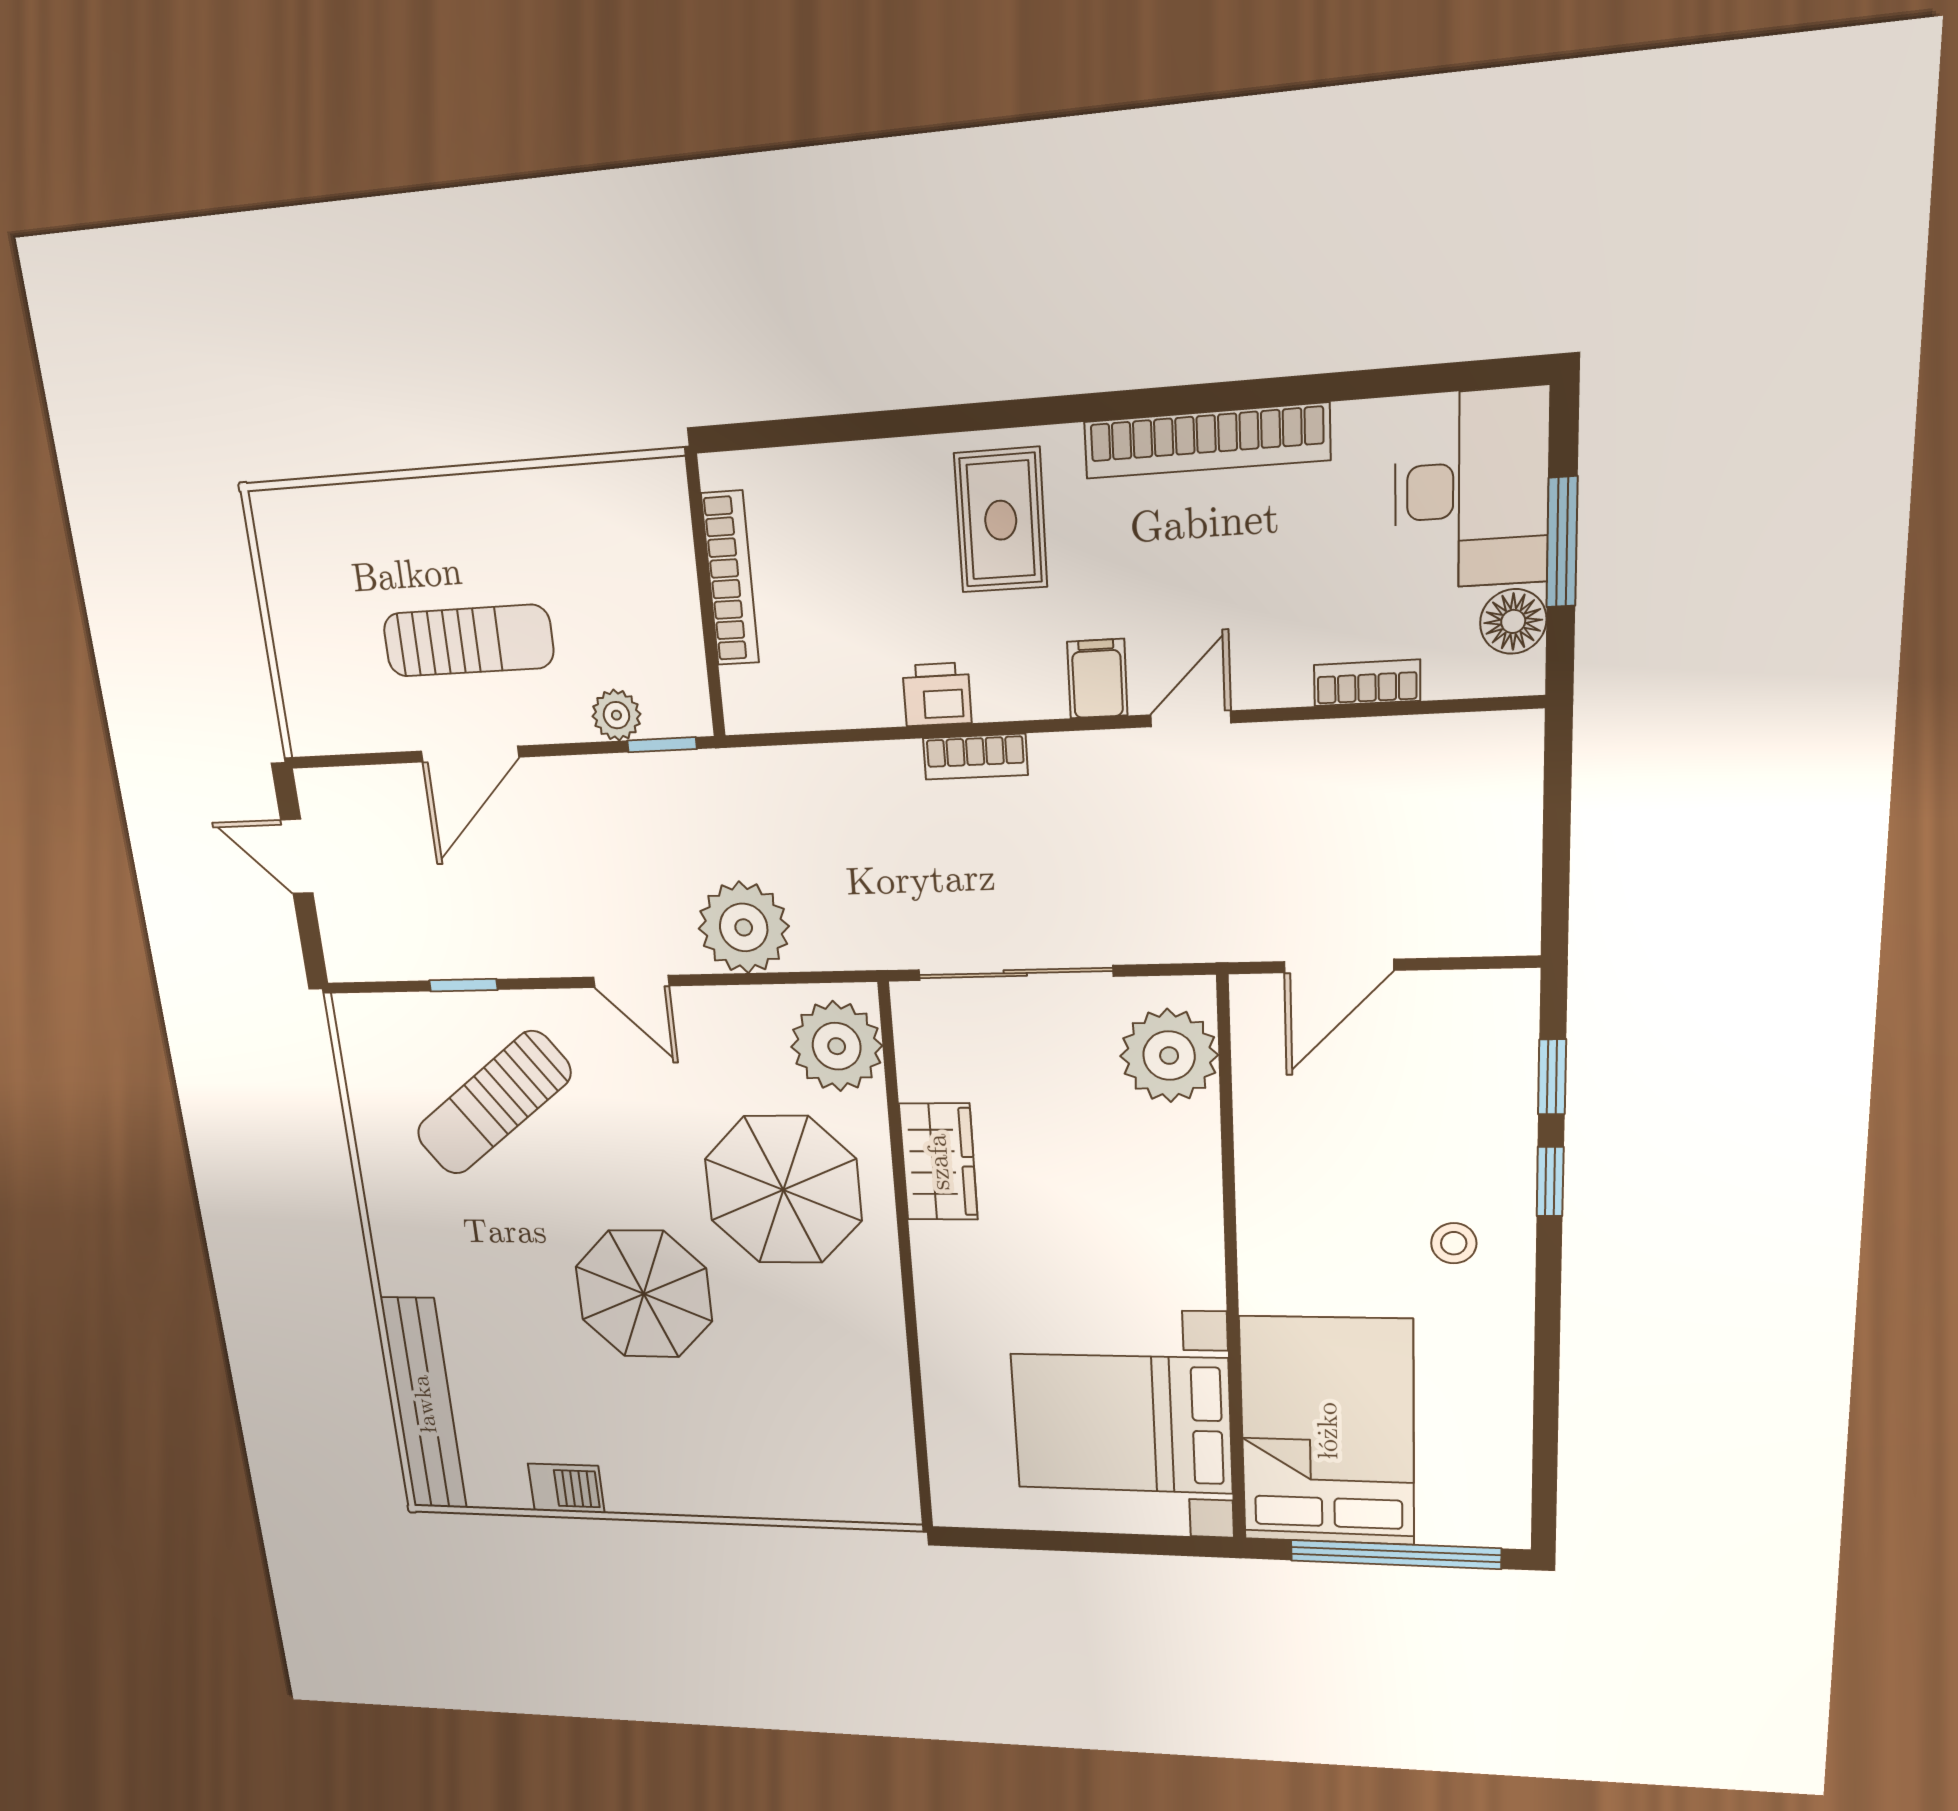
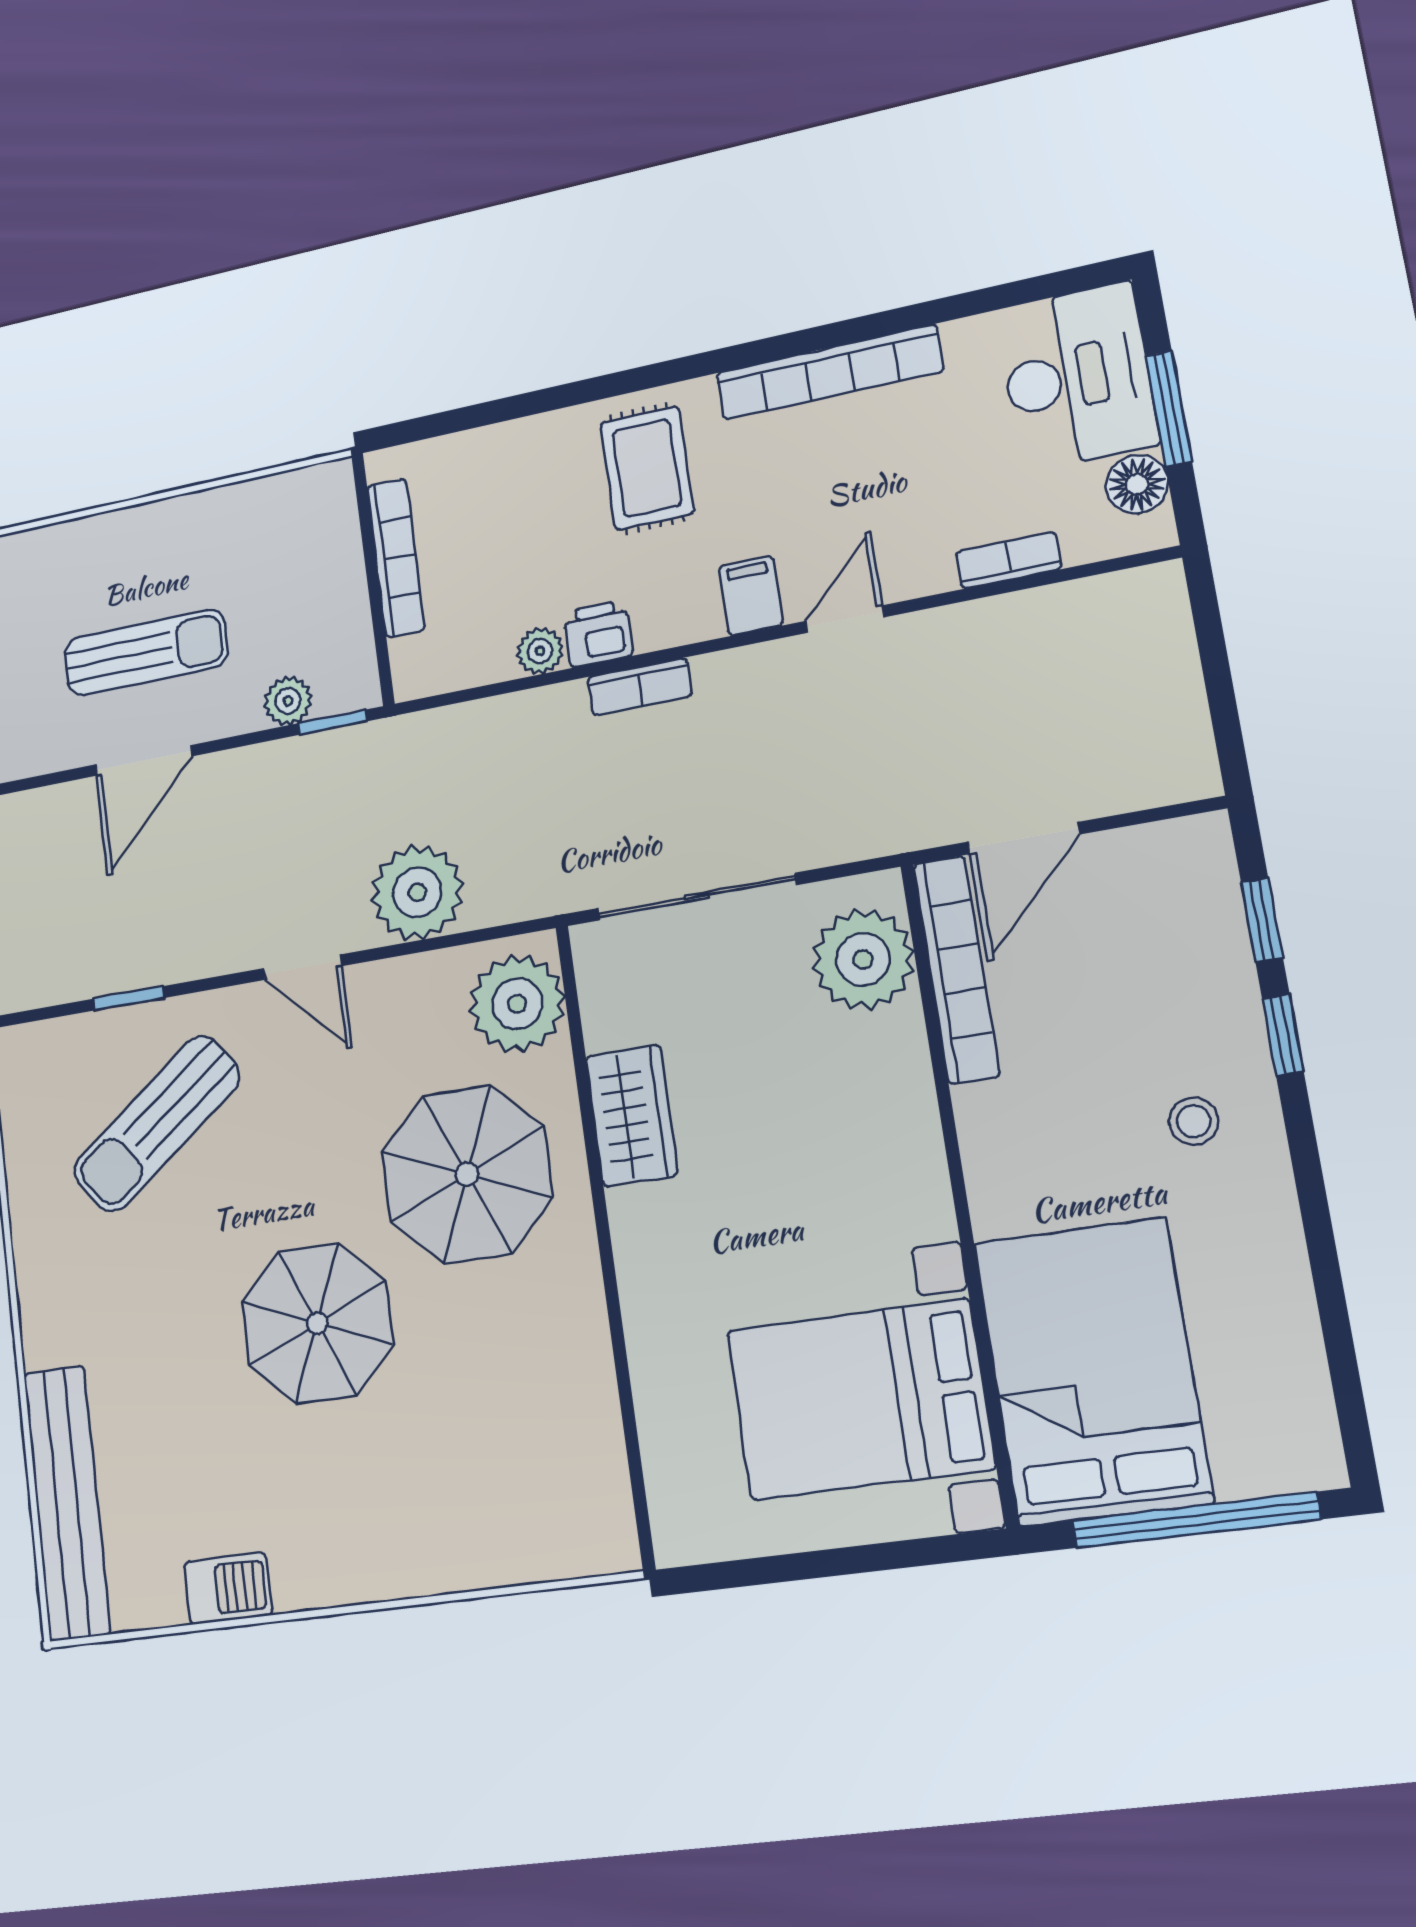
plant: (876, 703) -> (540, 651), added
bookcase: (1256, 1078) -> (956, 969), added

